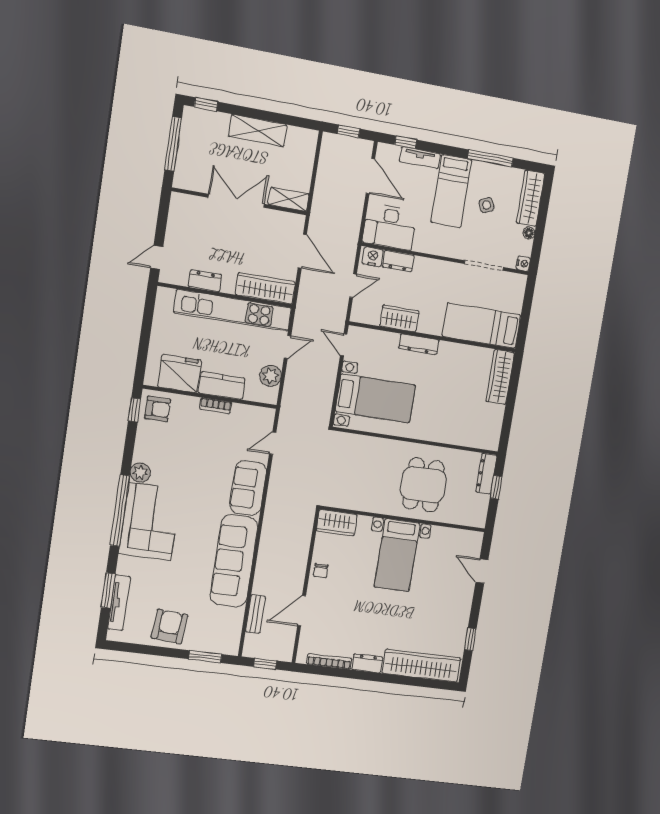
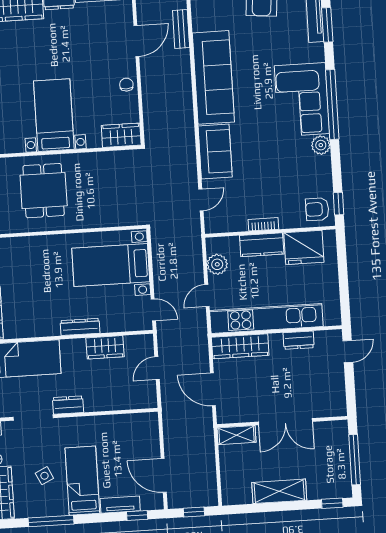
desk: (390, 227) -> (134, 432), removed
nightstand: (373, 257) -> (144, 400), removed
dresser: (398, 261) -> (68, 405), moved

